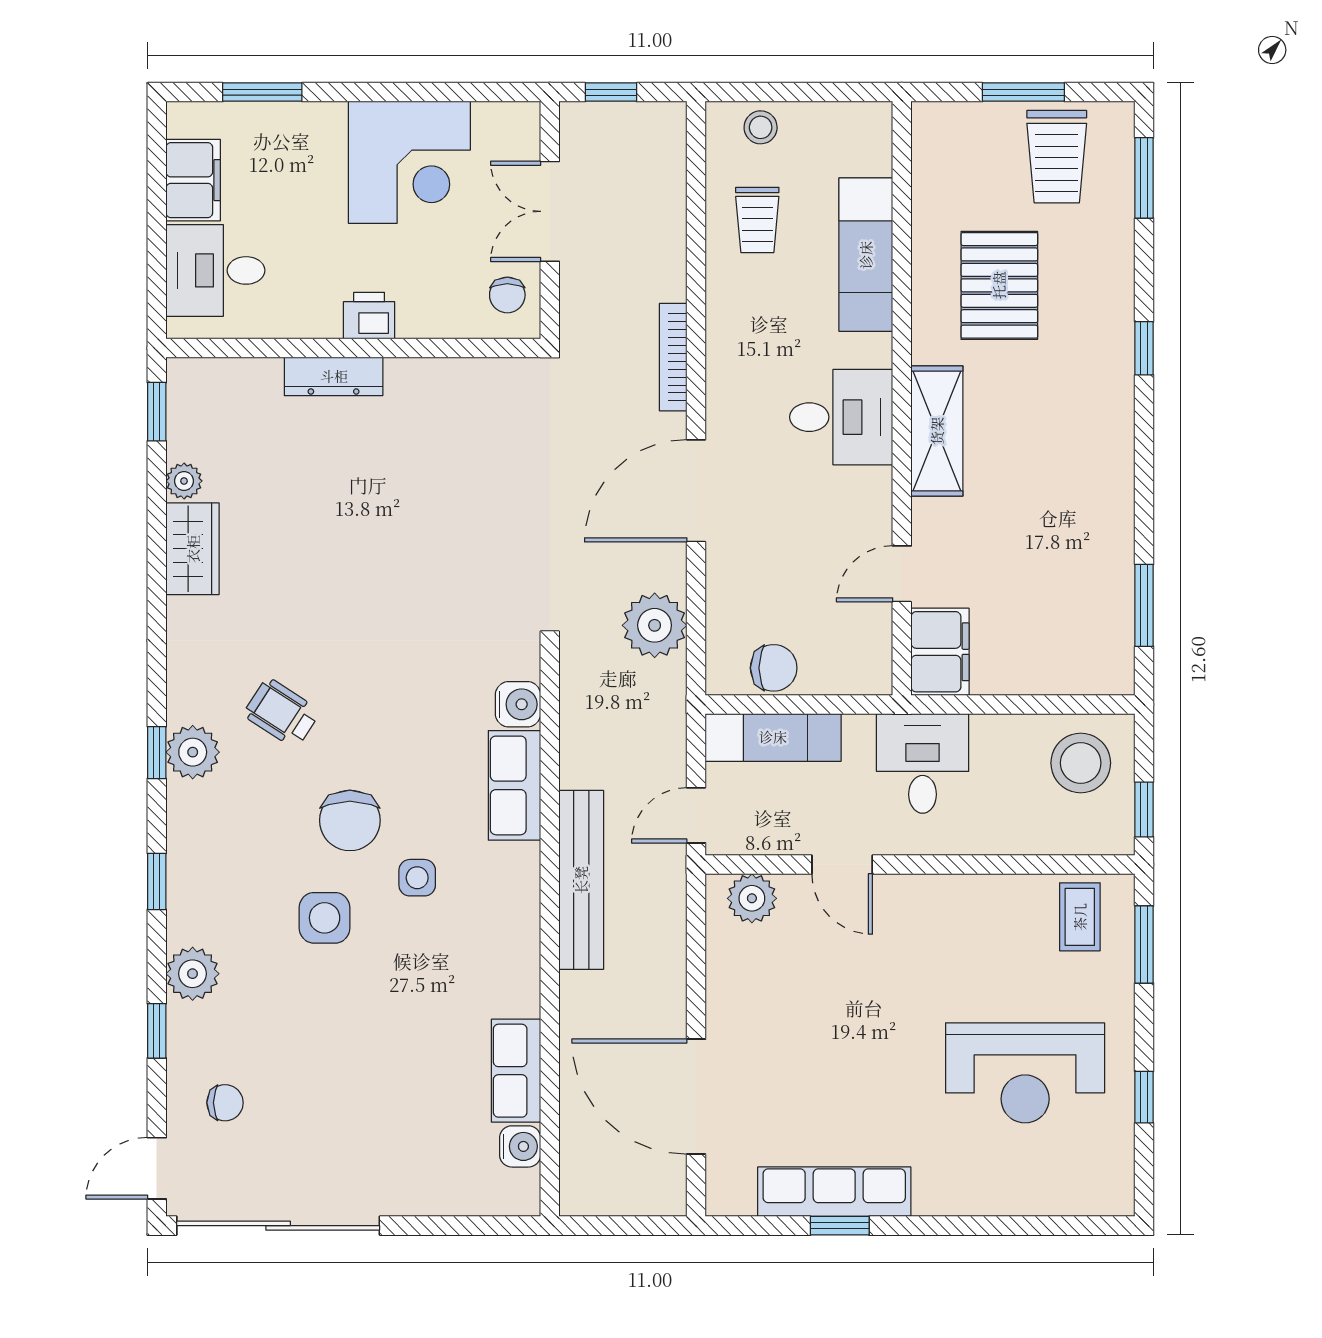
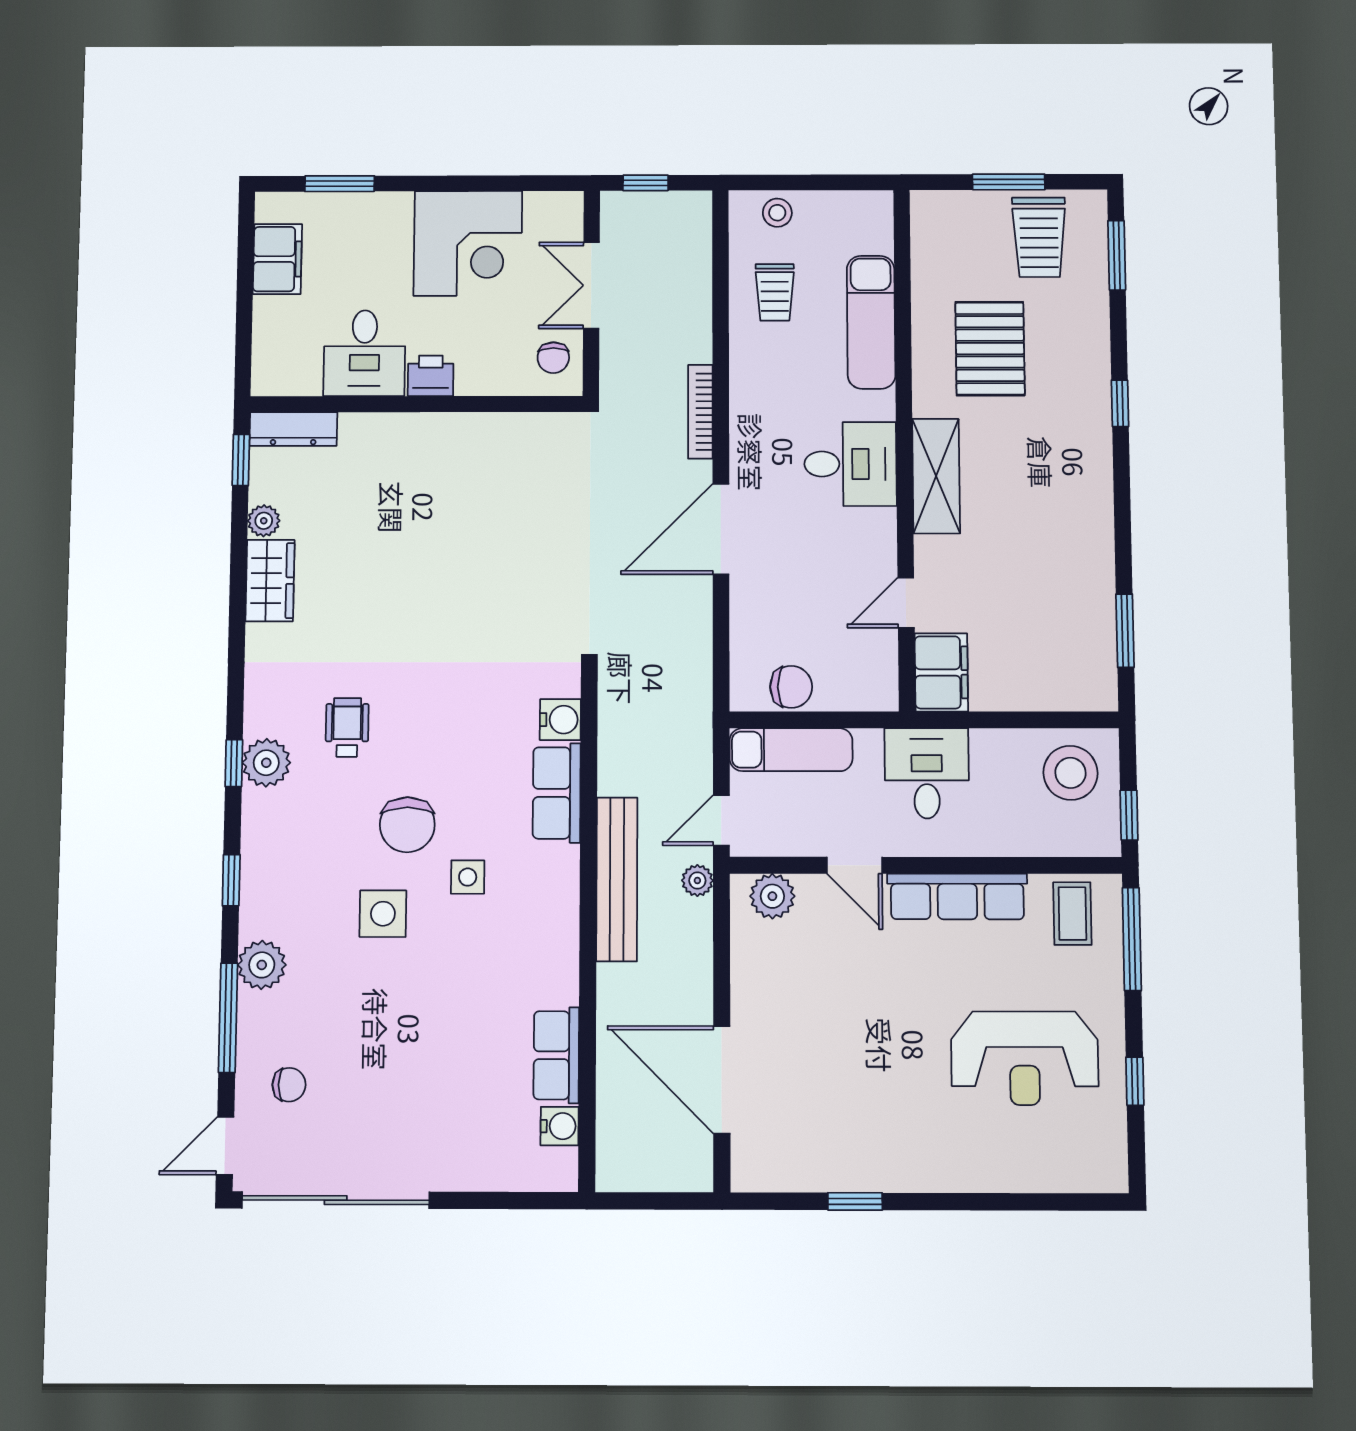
desk: (215, 270) -> (364, 353), moved, turned -90
dresser: (334, 376) -> (293, 429), moved
plant: (655, 625) -> (697, 881), moved, width x0.53, depth x0.53
wheelchair: (282, 713) -> (347, 727), turned 57
window: (1144, 944) -> (1132, 939), width x1.44
window: (157, 1031) -> (228, 1018), width x2.17
row of seats: (834, 1192) -> (957, 896), moved, turned 180

